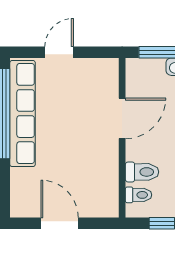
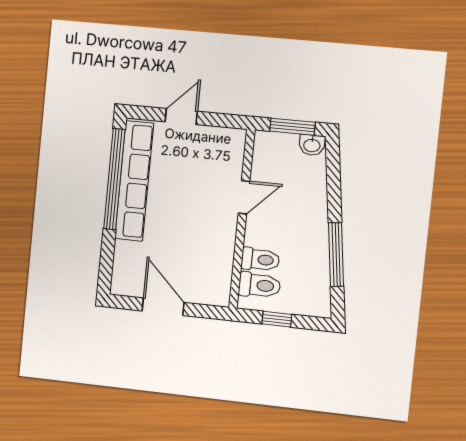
door: (122, 118) -> (244, 197), width x0.73
toilet: (139, 195) -> (260, 285), width x1.37, depth x1.39

